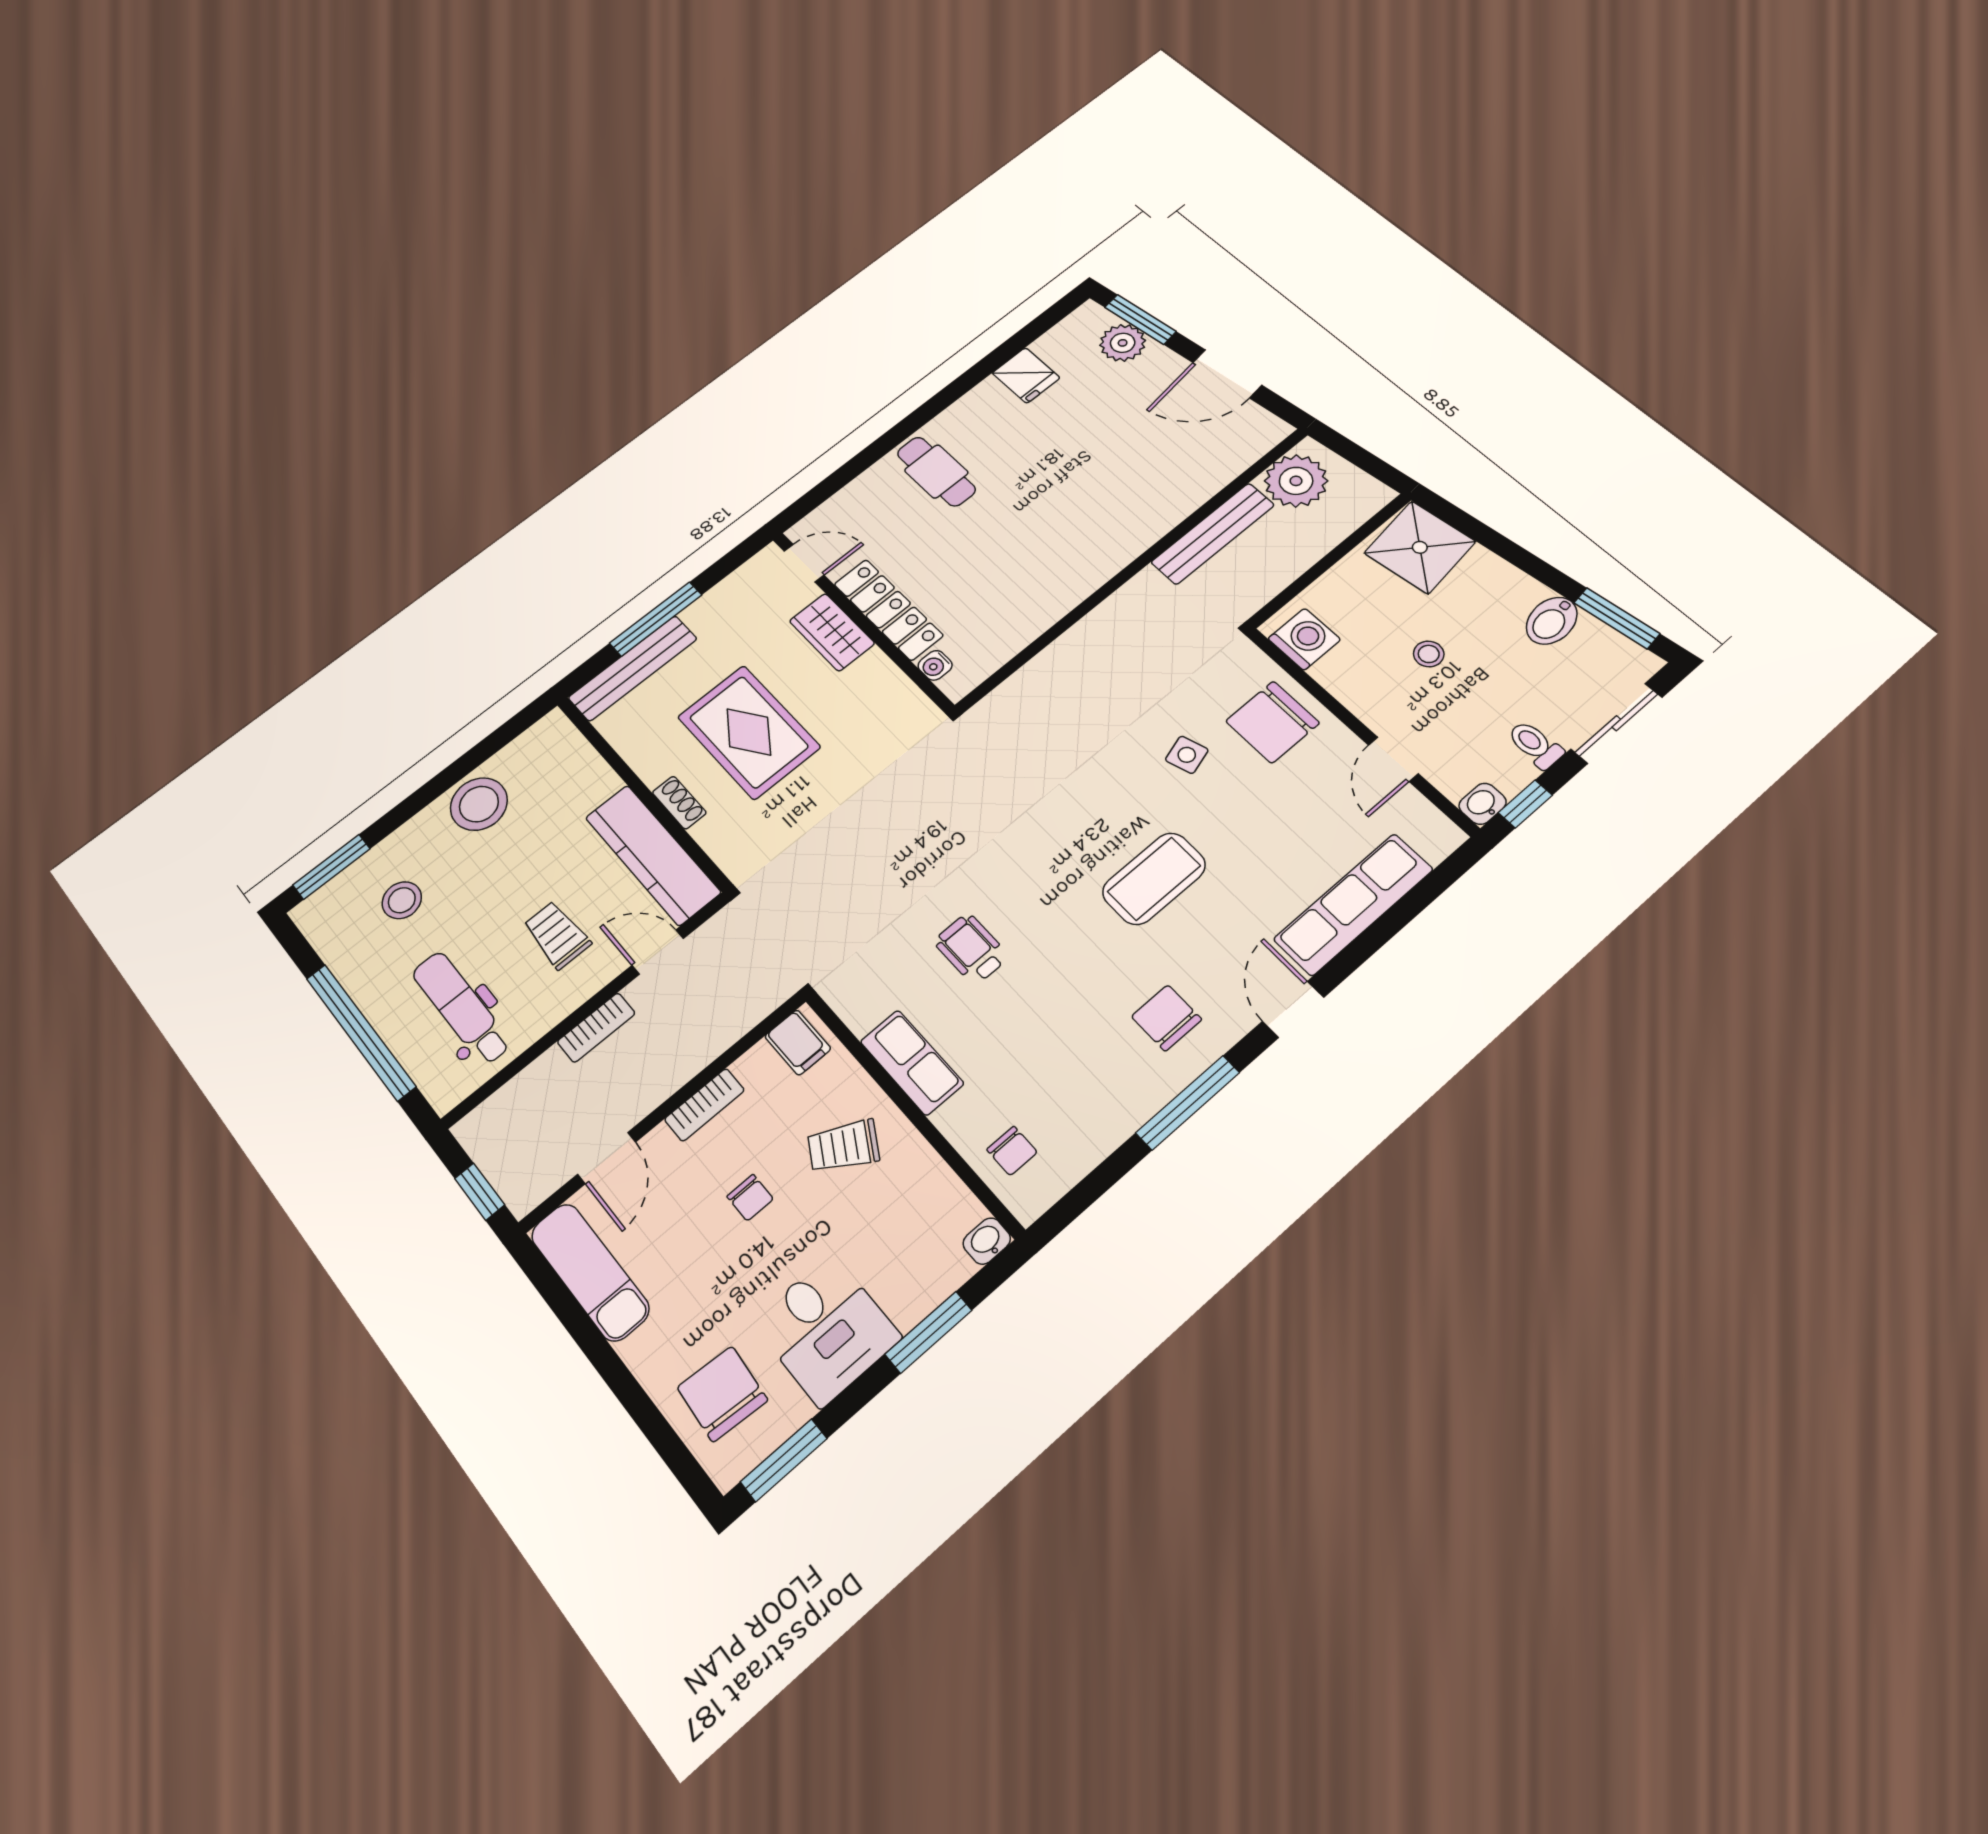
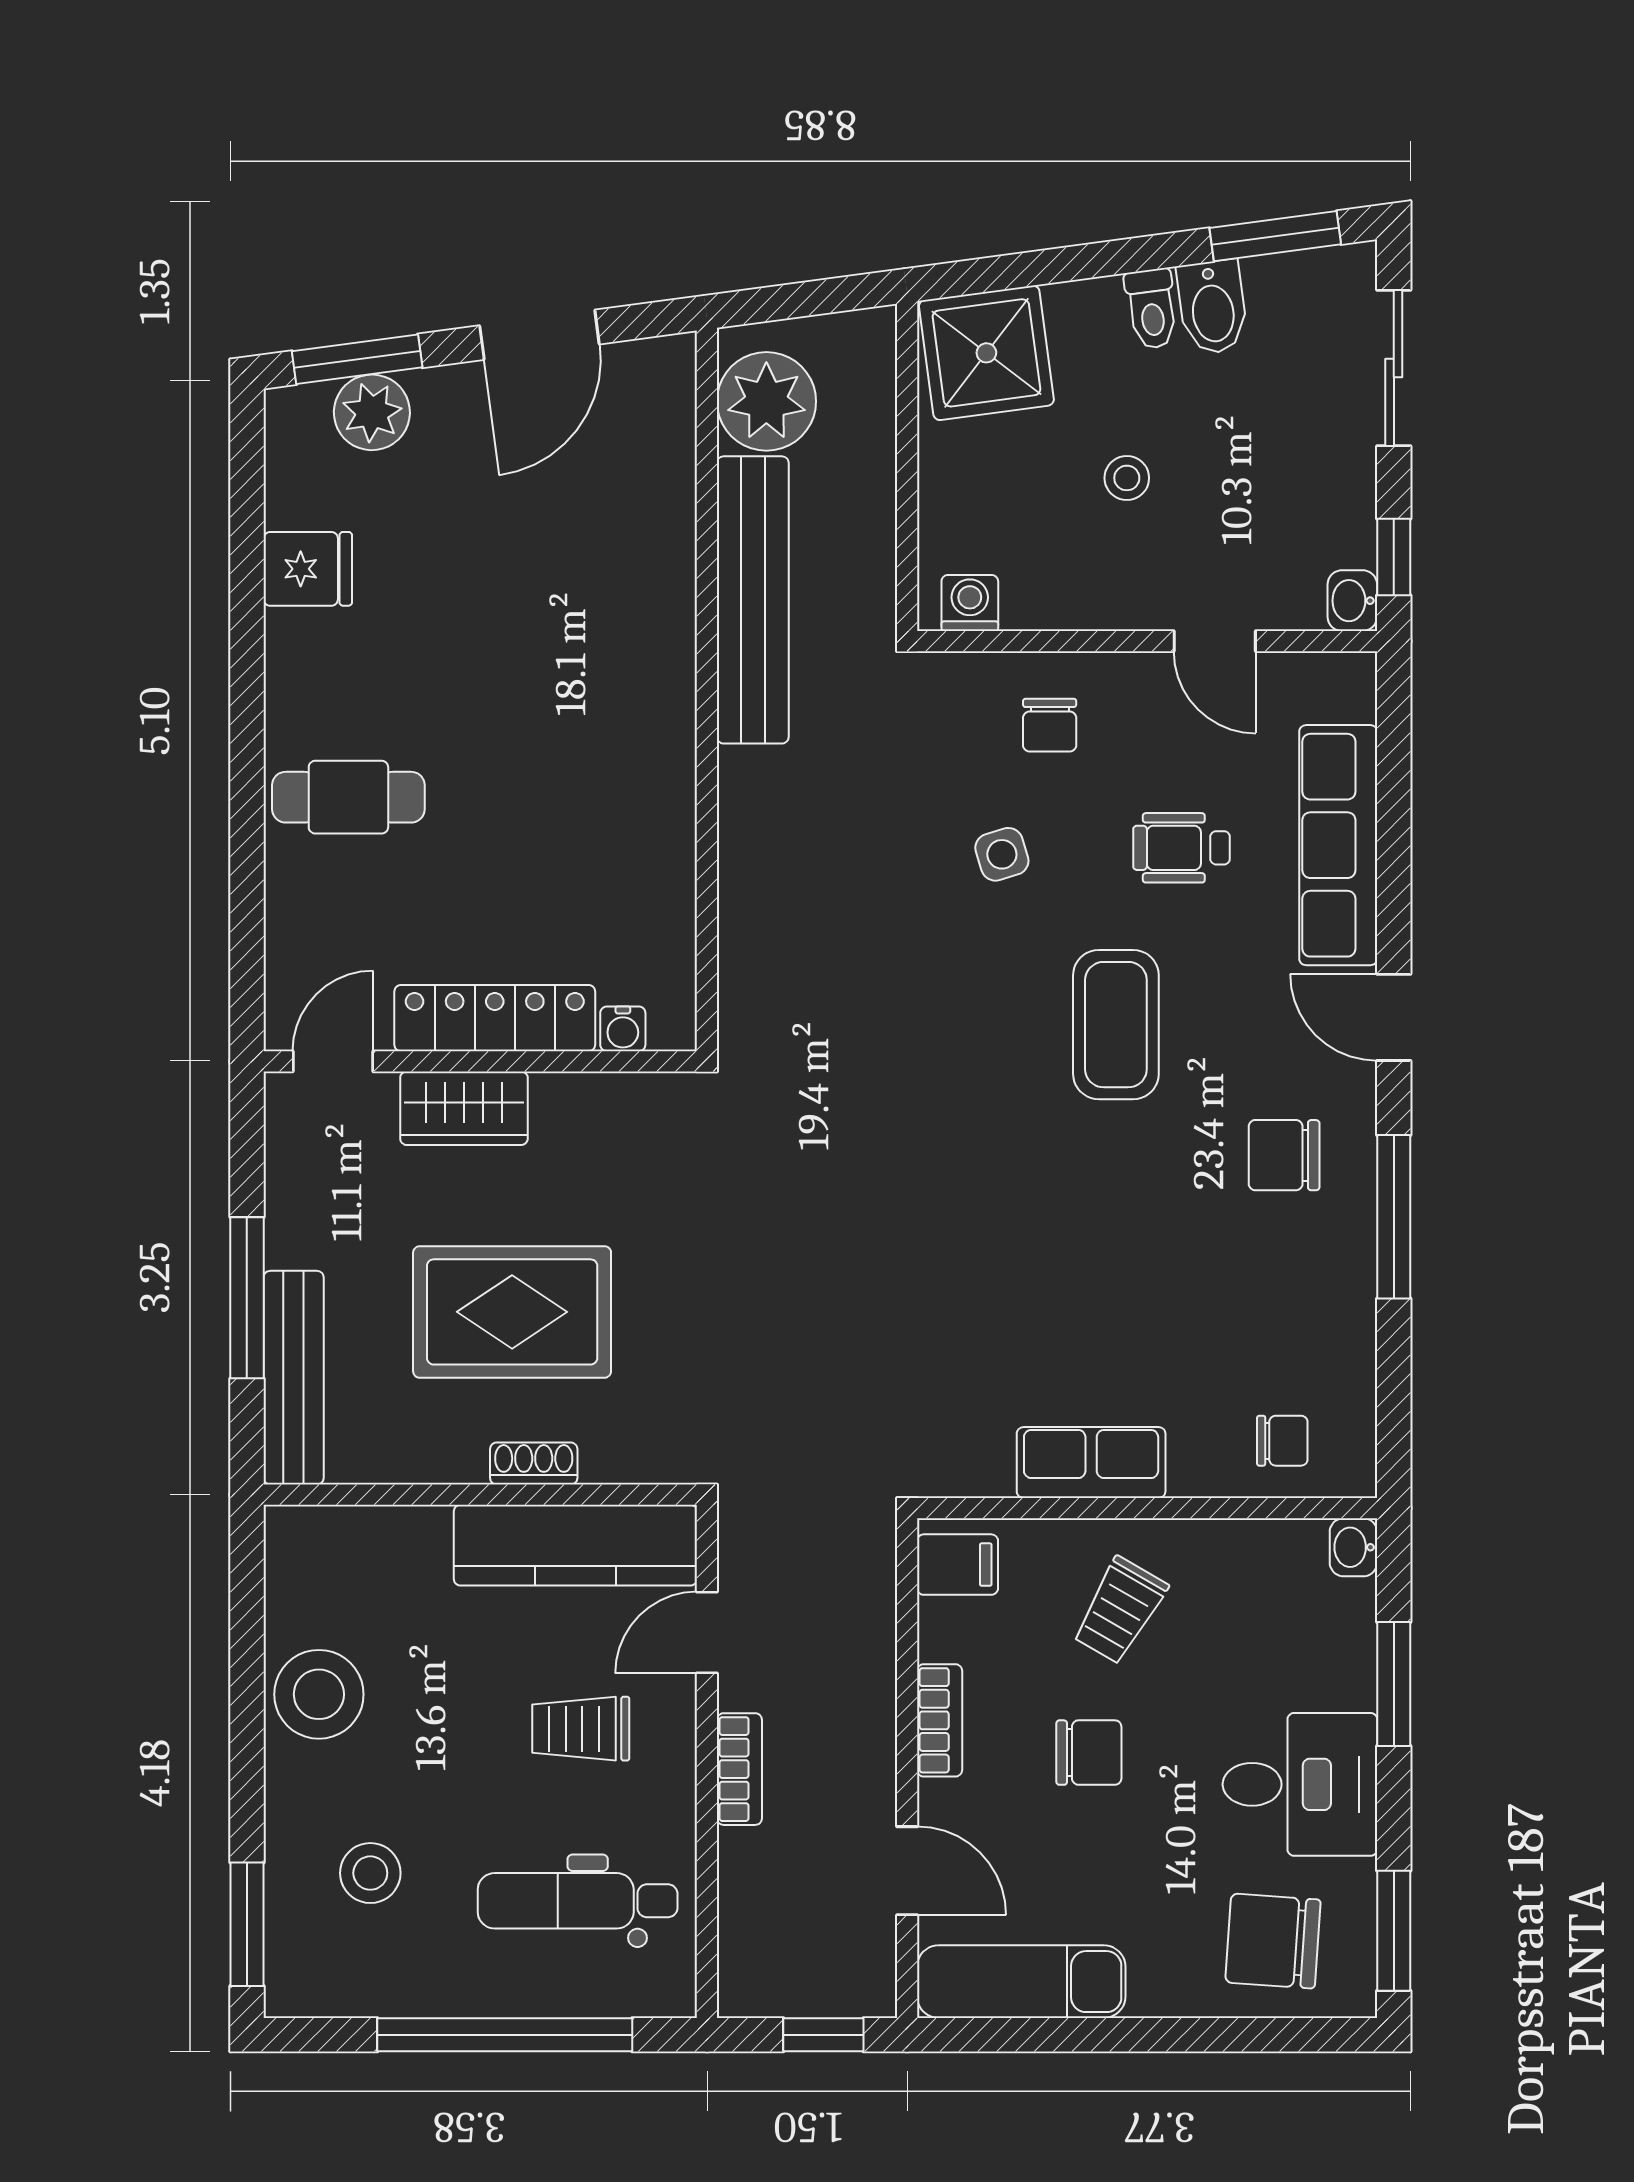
bench: (1213, 534) -> (753, 600), width x1.37, depth x1.21
washing machine: (1304, 639) -> (970, 603), width x0.73, depth x0.73
chair: (1273, 722) -> (1050, 725), width x0.54, depth x0.54
toilet: (1535, 745) -> (1152, 309), moved, turned -98
wheelchair: (971, 949) -> (1181, 848), moved
chair: (750, 1198) -> (1089, 1753), width x1.37, depth x1.37

